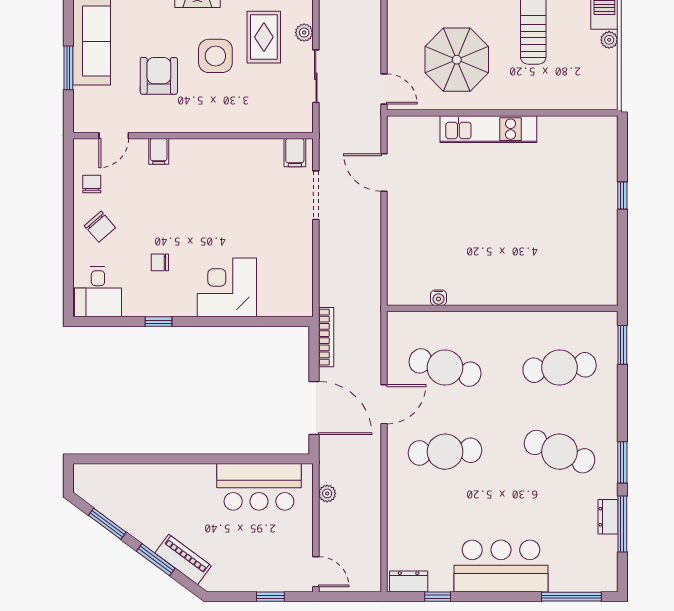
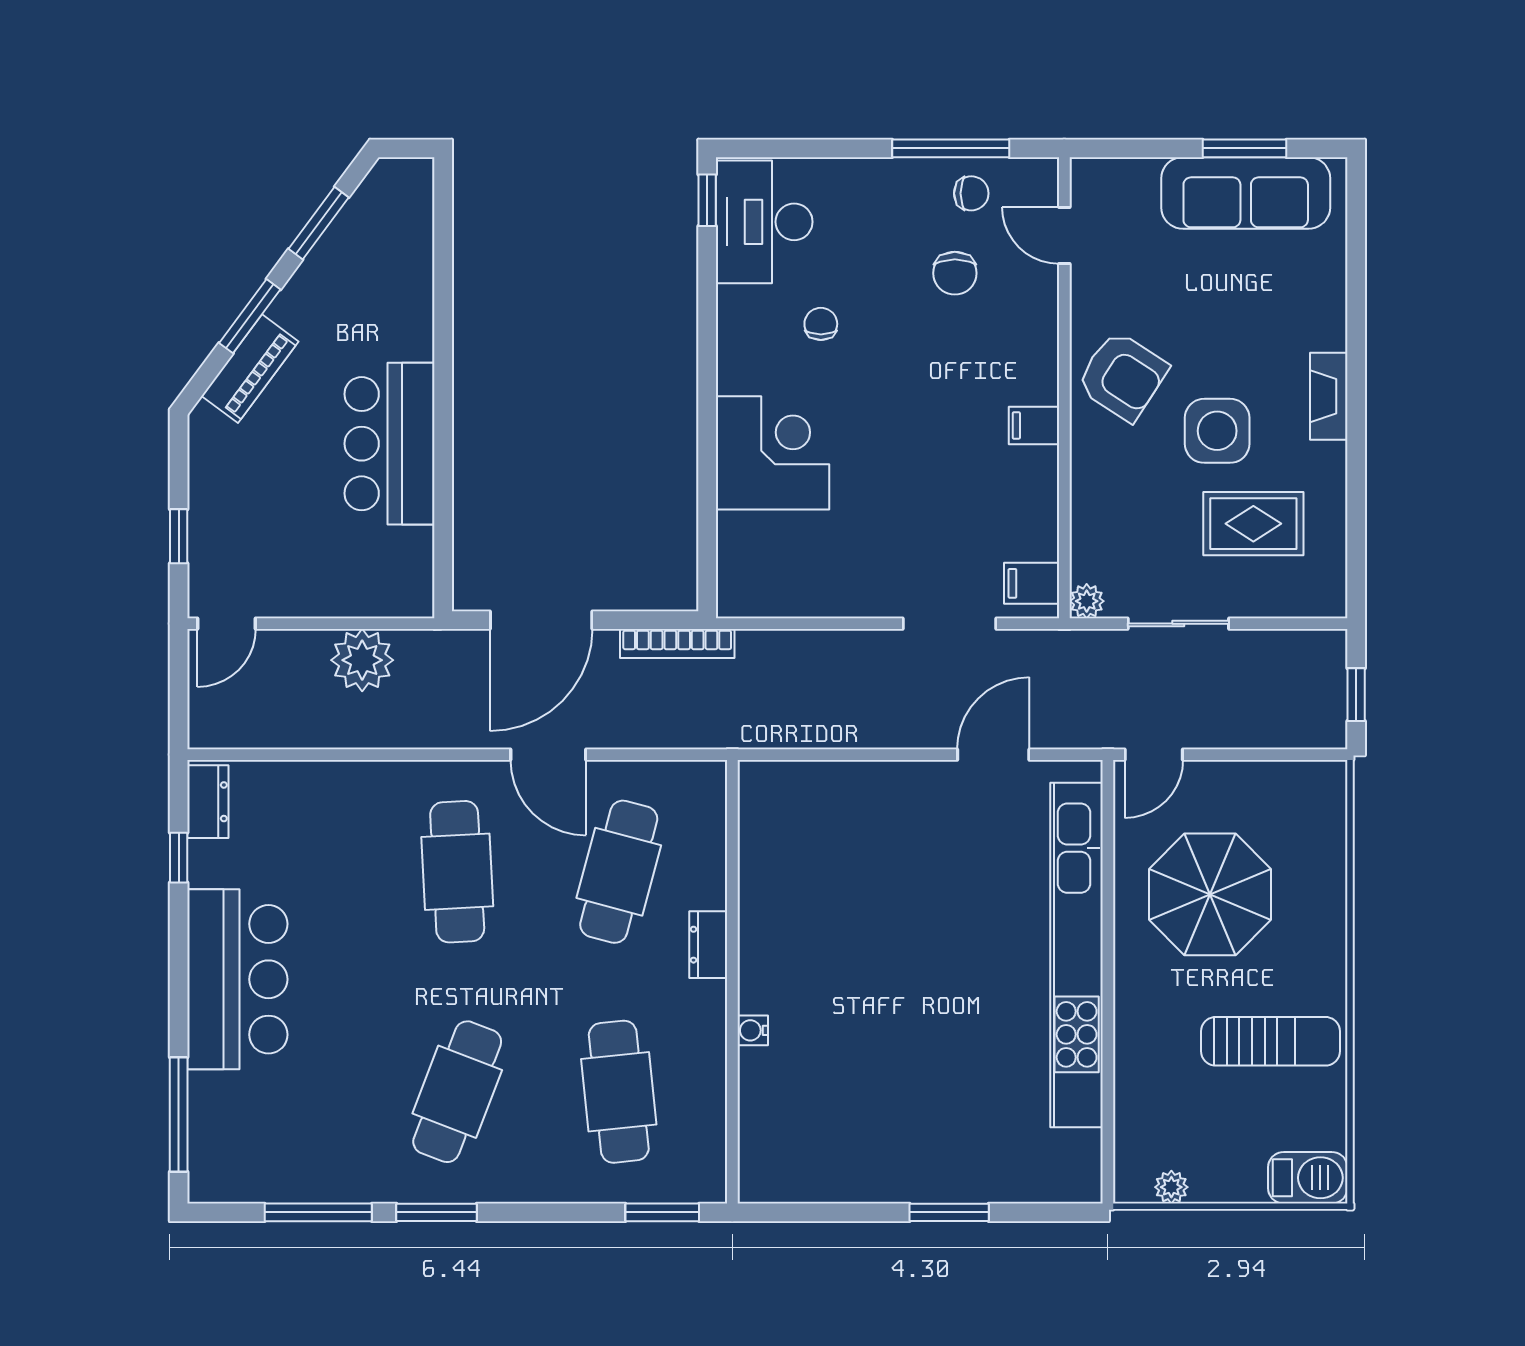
plant: (304, 33) -> (1087, 601), moved
plant: (609, 40) -> (1171, 1187), moved
window: (68, 68) -> (1244, 148), moved
armchair: (159, 76) -> (1122, 376), moved, turned 33
kitchen unit: (488, 129) -> (1077, 955), width x1.86
filing cabinet: (159, 151) -> (1034, 425), moved
window: (68, 195) -> (951, 148), added
window: (622, 195) -> (949, 1212), width x1.50
chair: (100, 227) -> (955, 273), moved, turned -49
desk: (98, 292) -> (764, 222), width x1.37
water cooler: (439, 298) -> (753, 1030), moved
window: (158, 322) -> (707, 200), moved
bar counter: (259, 487) -> (390, 444), moved
plant: (327, 493) -> (362, 660), width x1.88, depth x1.88
dresser: (608, 517) -> (708, 945), moved, turned -90

